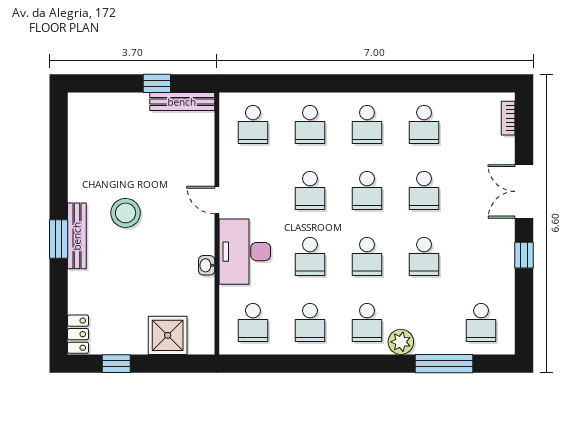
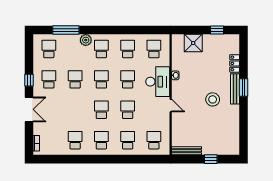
window: (157, 83) -> (211, 159), moved
school desk: (424, 190) -> (49, 79), moved
locker: (78, 334) -> (235, 63), moved

